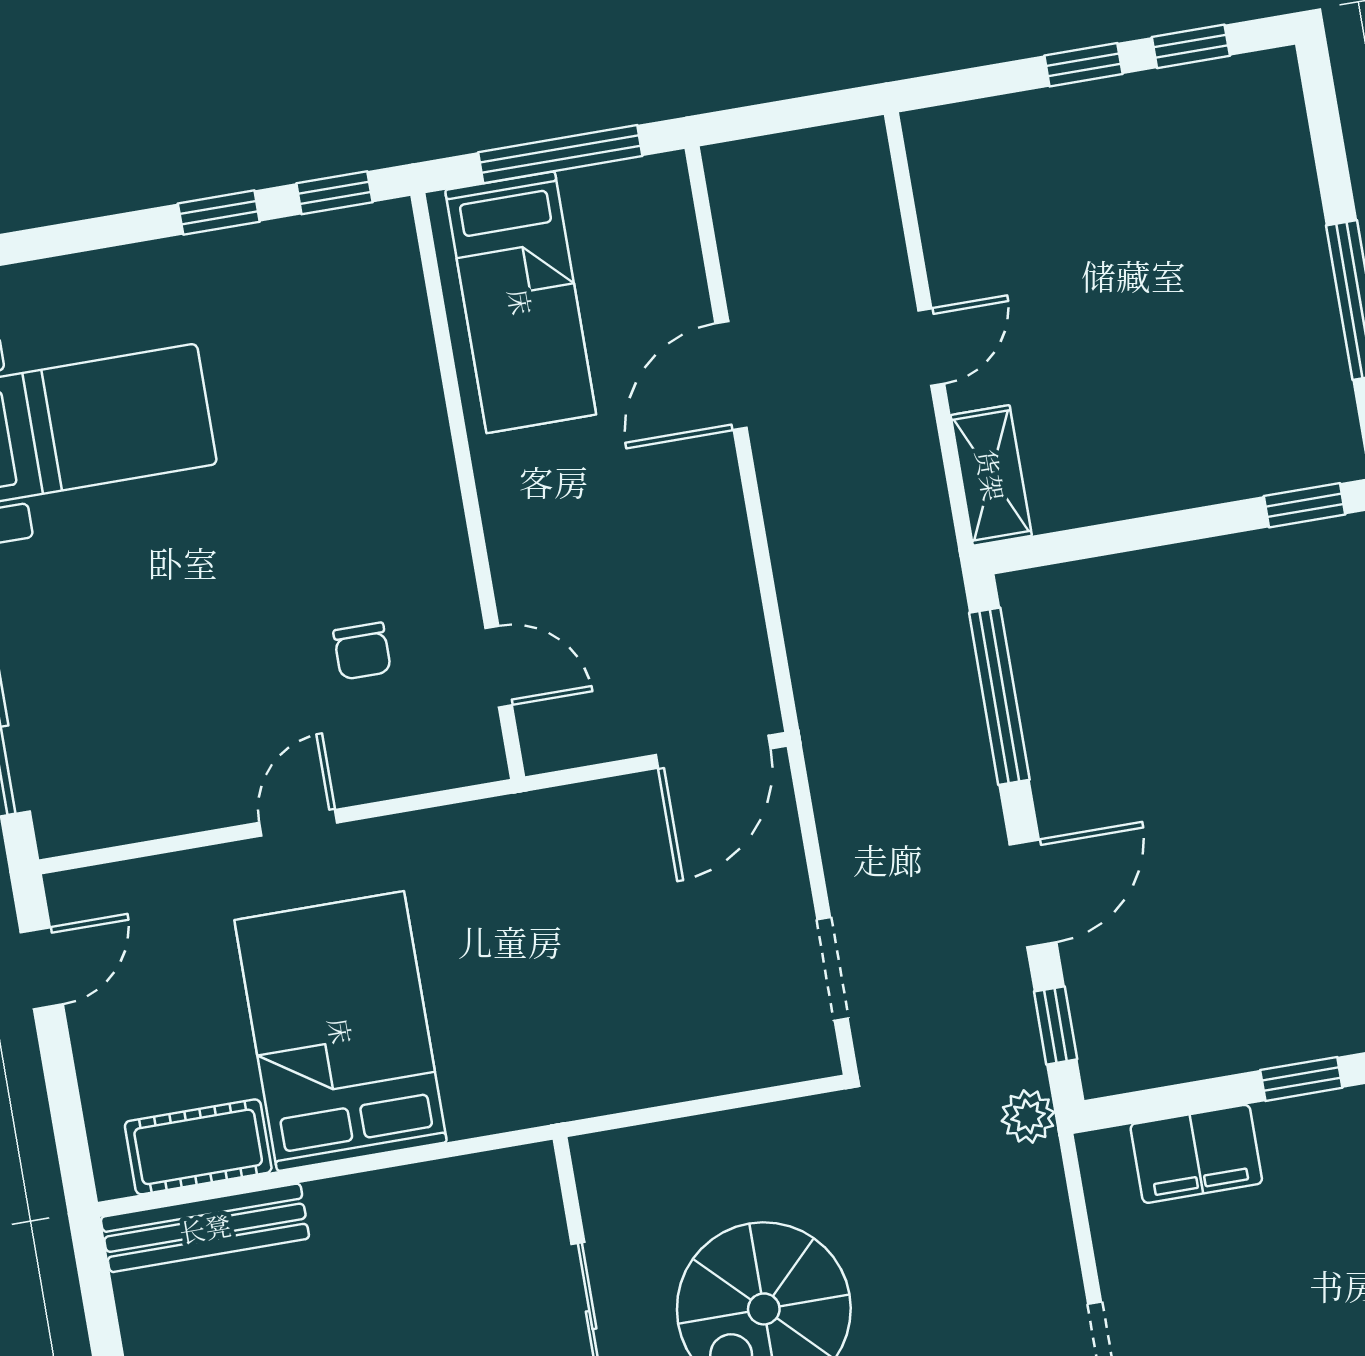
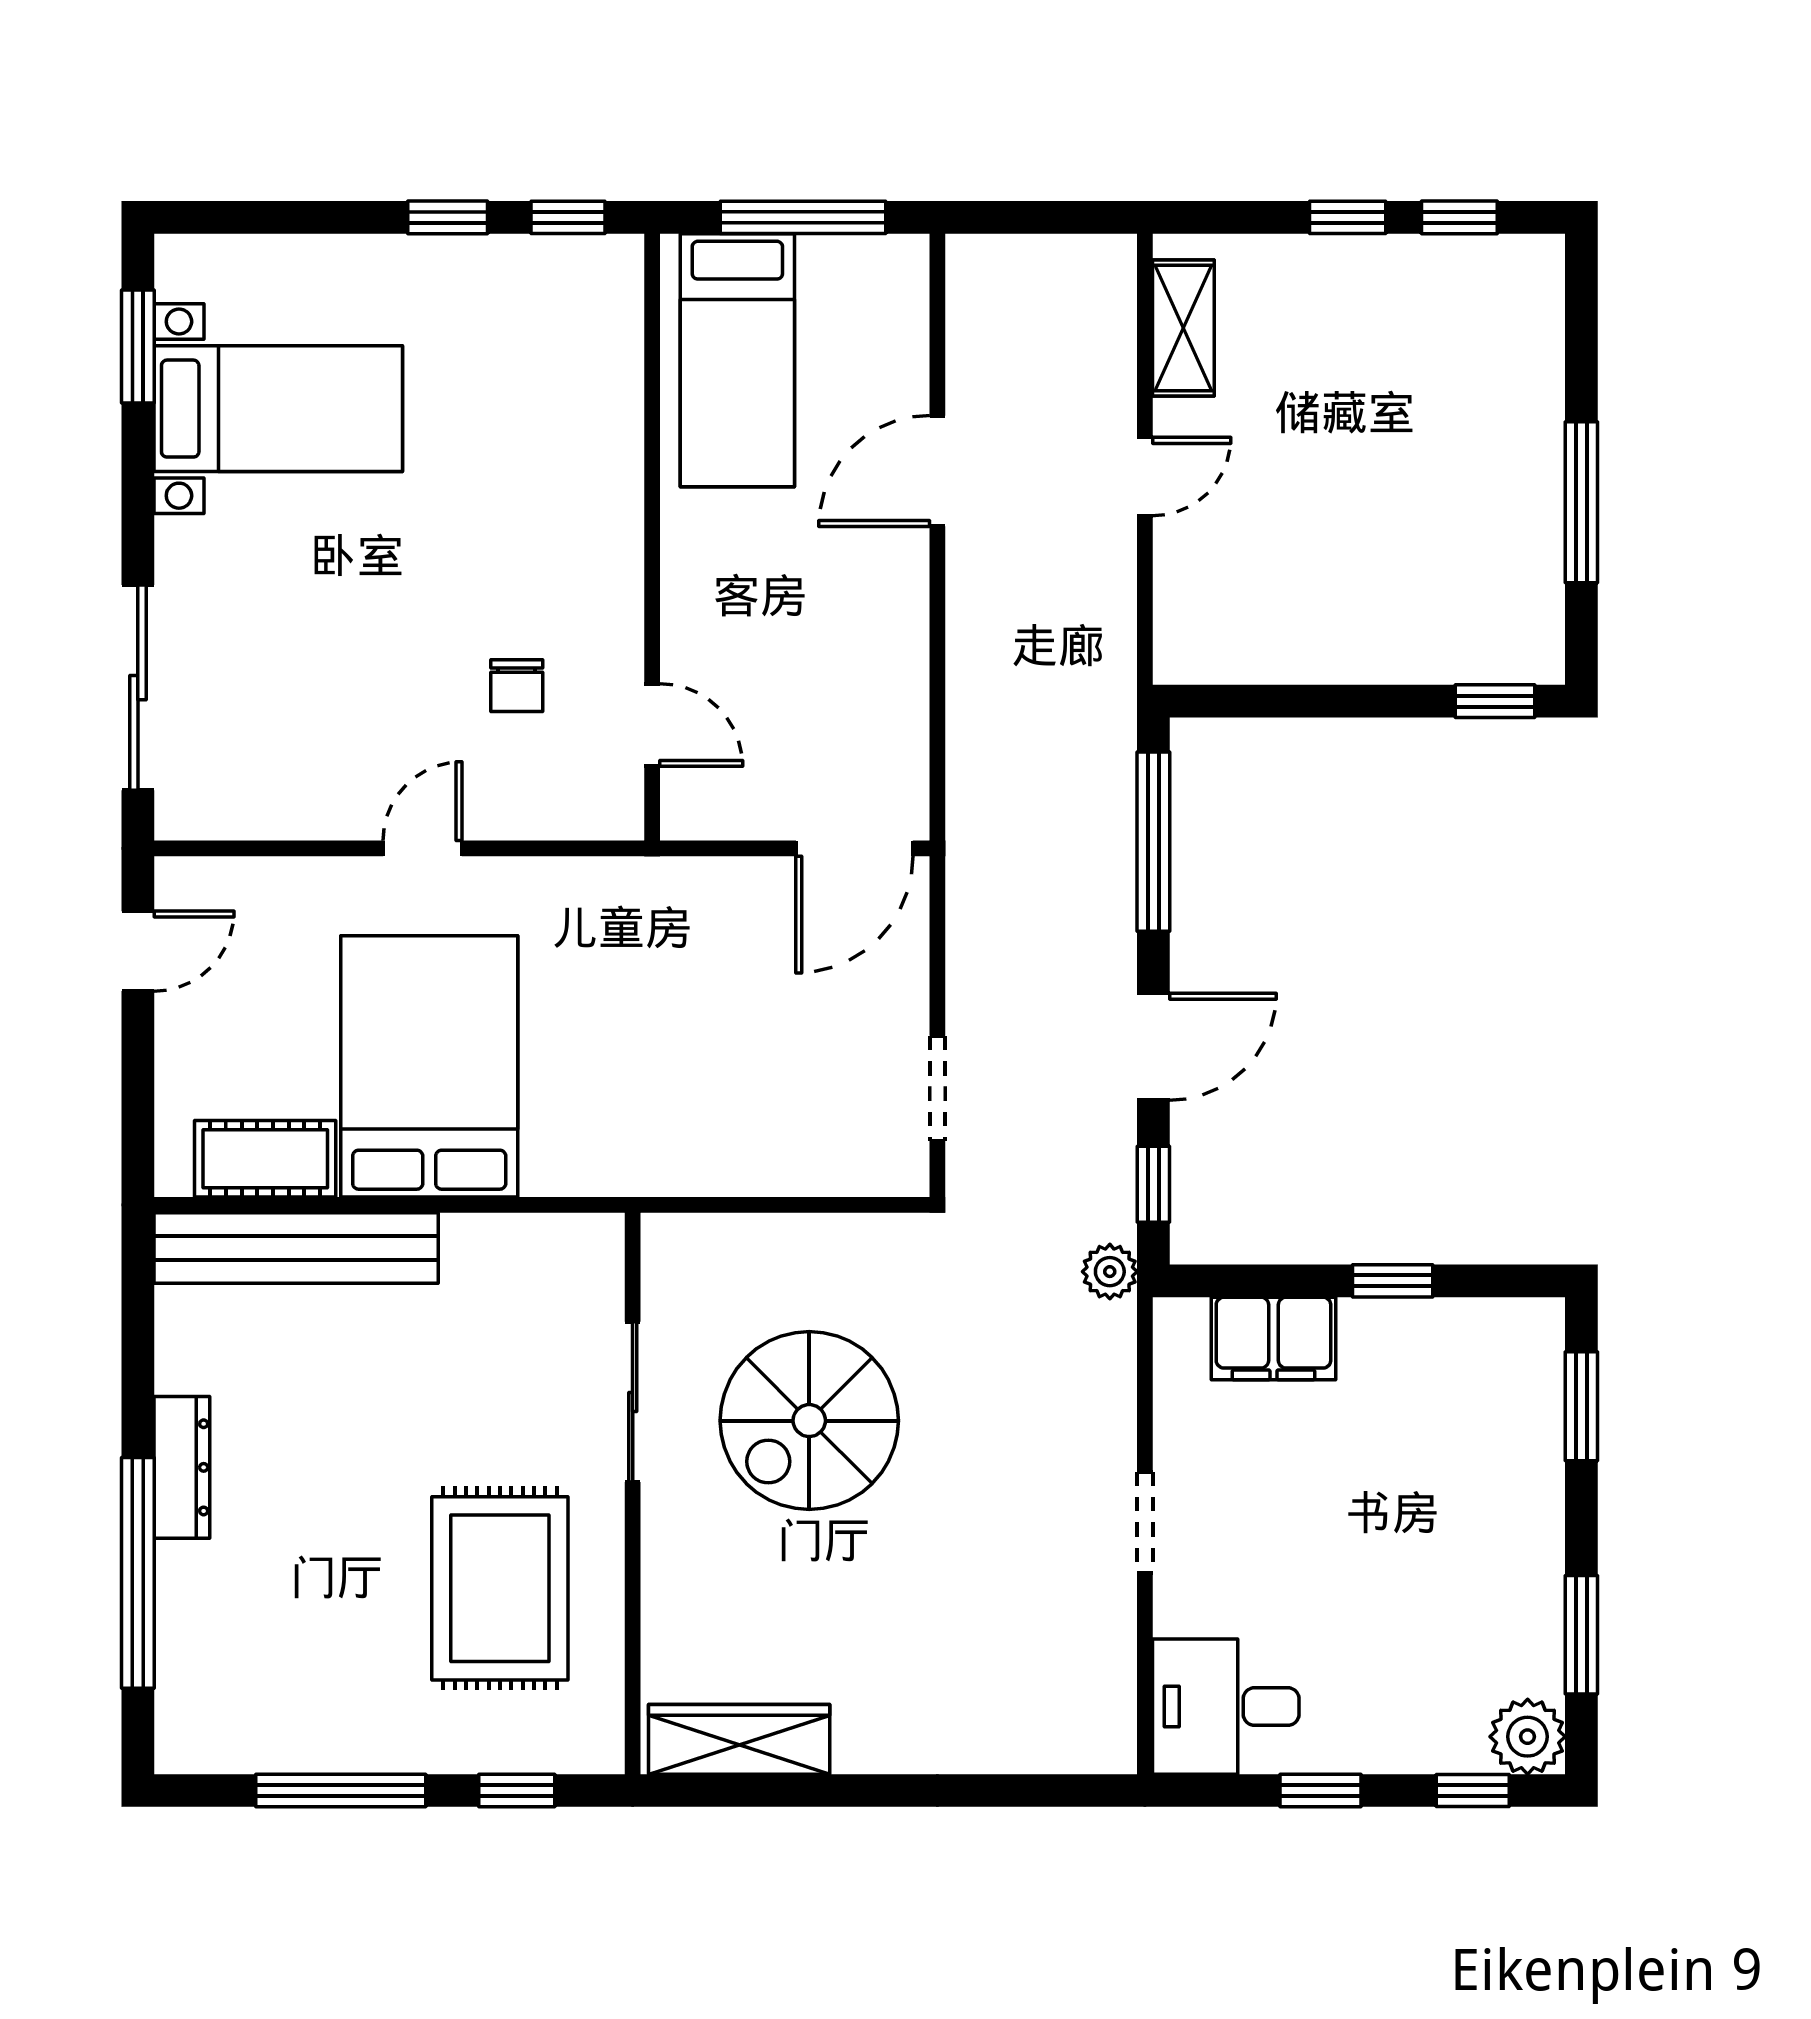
shelving: (991, 475) -> (1183, 328), moved
bench: (205, 1228) -> (296, 1248), width x1.37, depth x1.21

